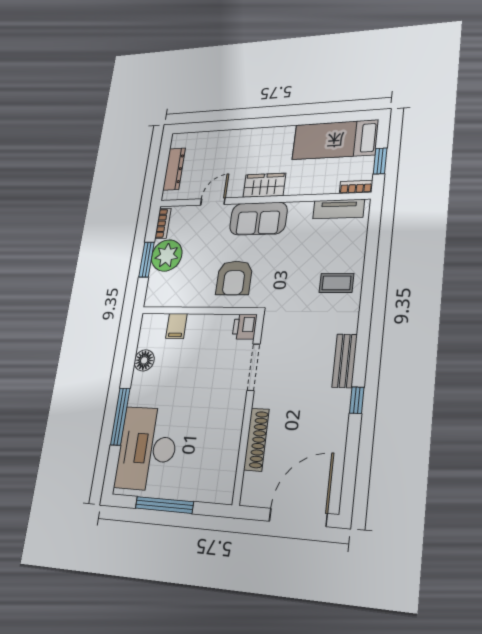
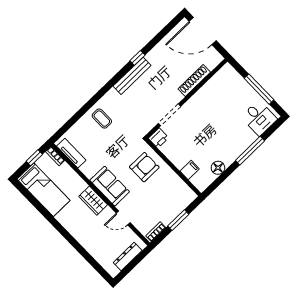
plant: (167, 255) -> (167, 212), removed
bench: (345, 361) -> (132, 76), width x1.36
desk: (147, 449) -> (259, 118), width x0.53, depth x0.77

